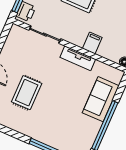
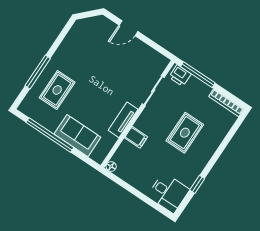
rug: (27, 93) -> (57, 90), moved, turned 90

